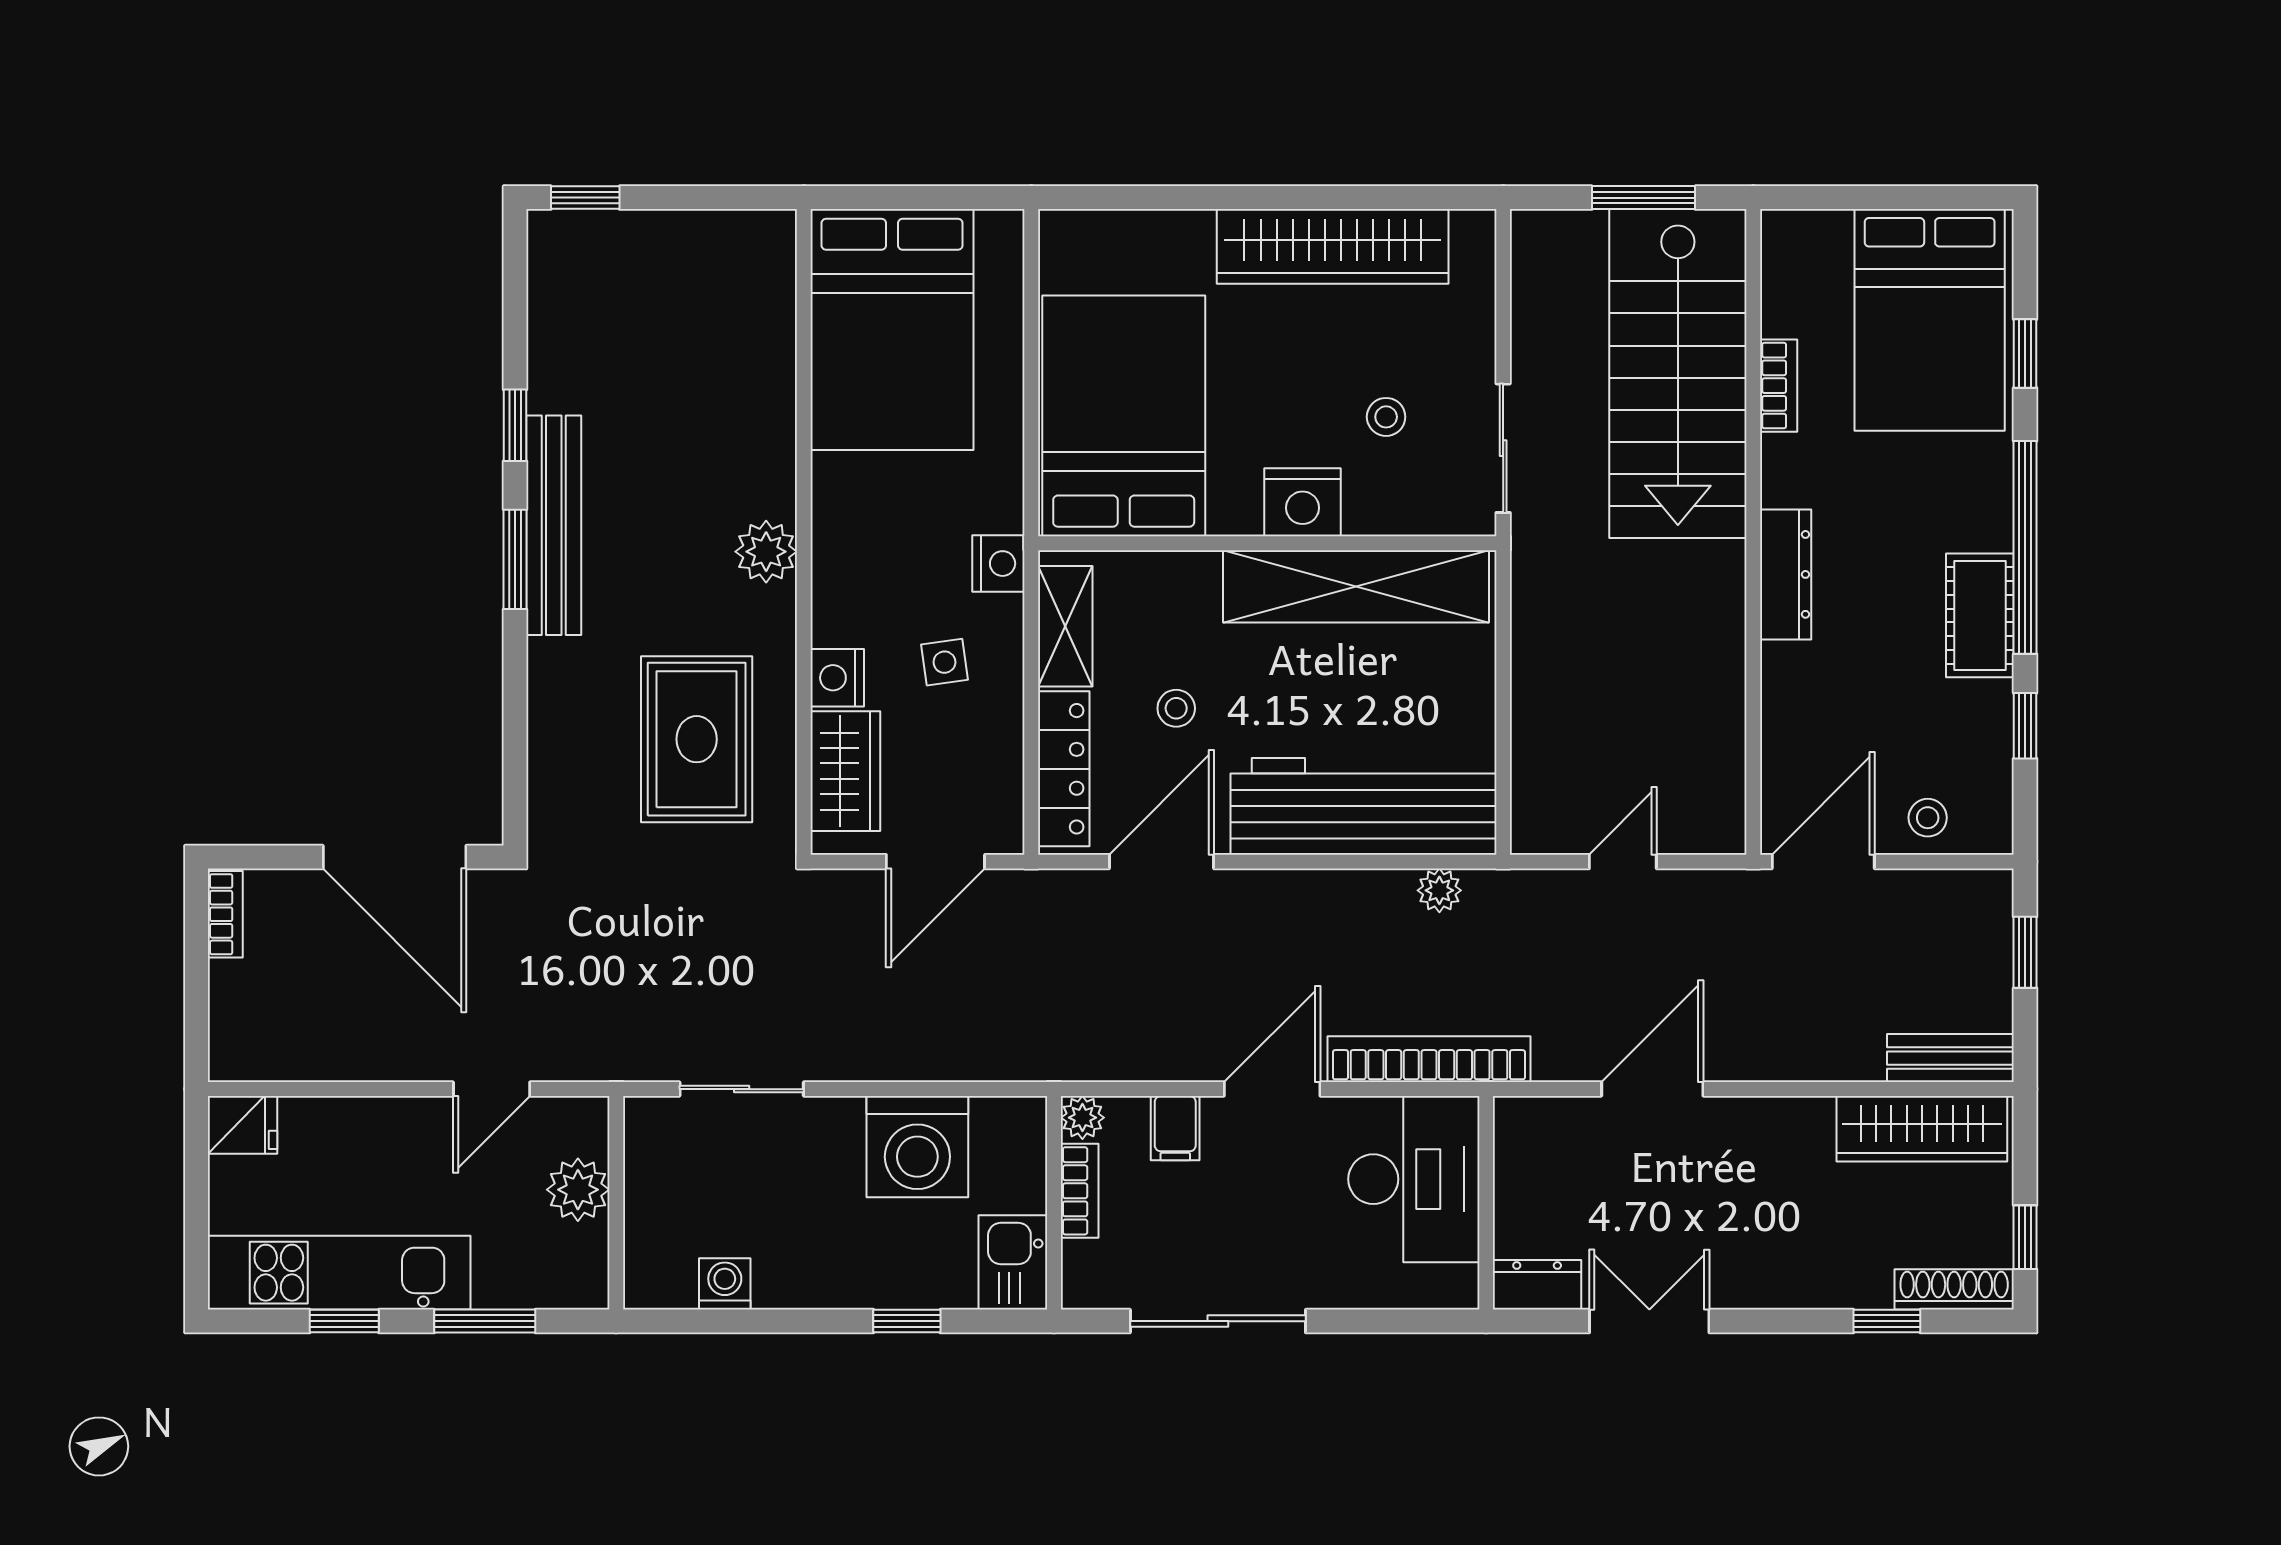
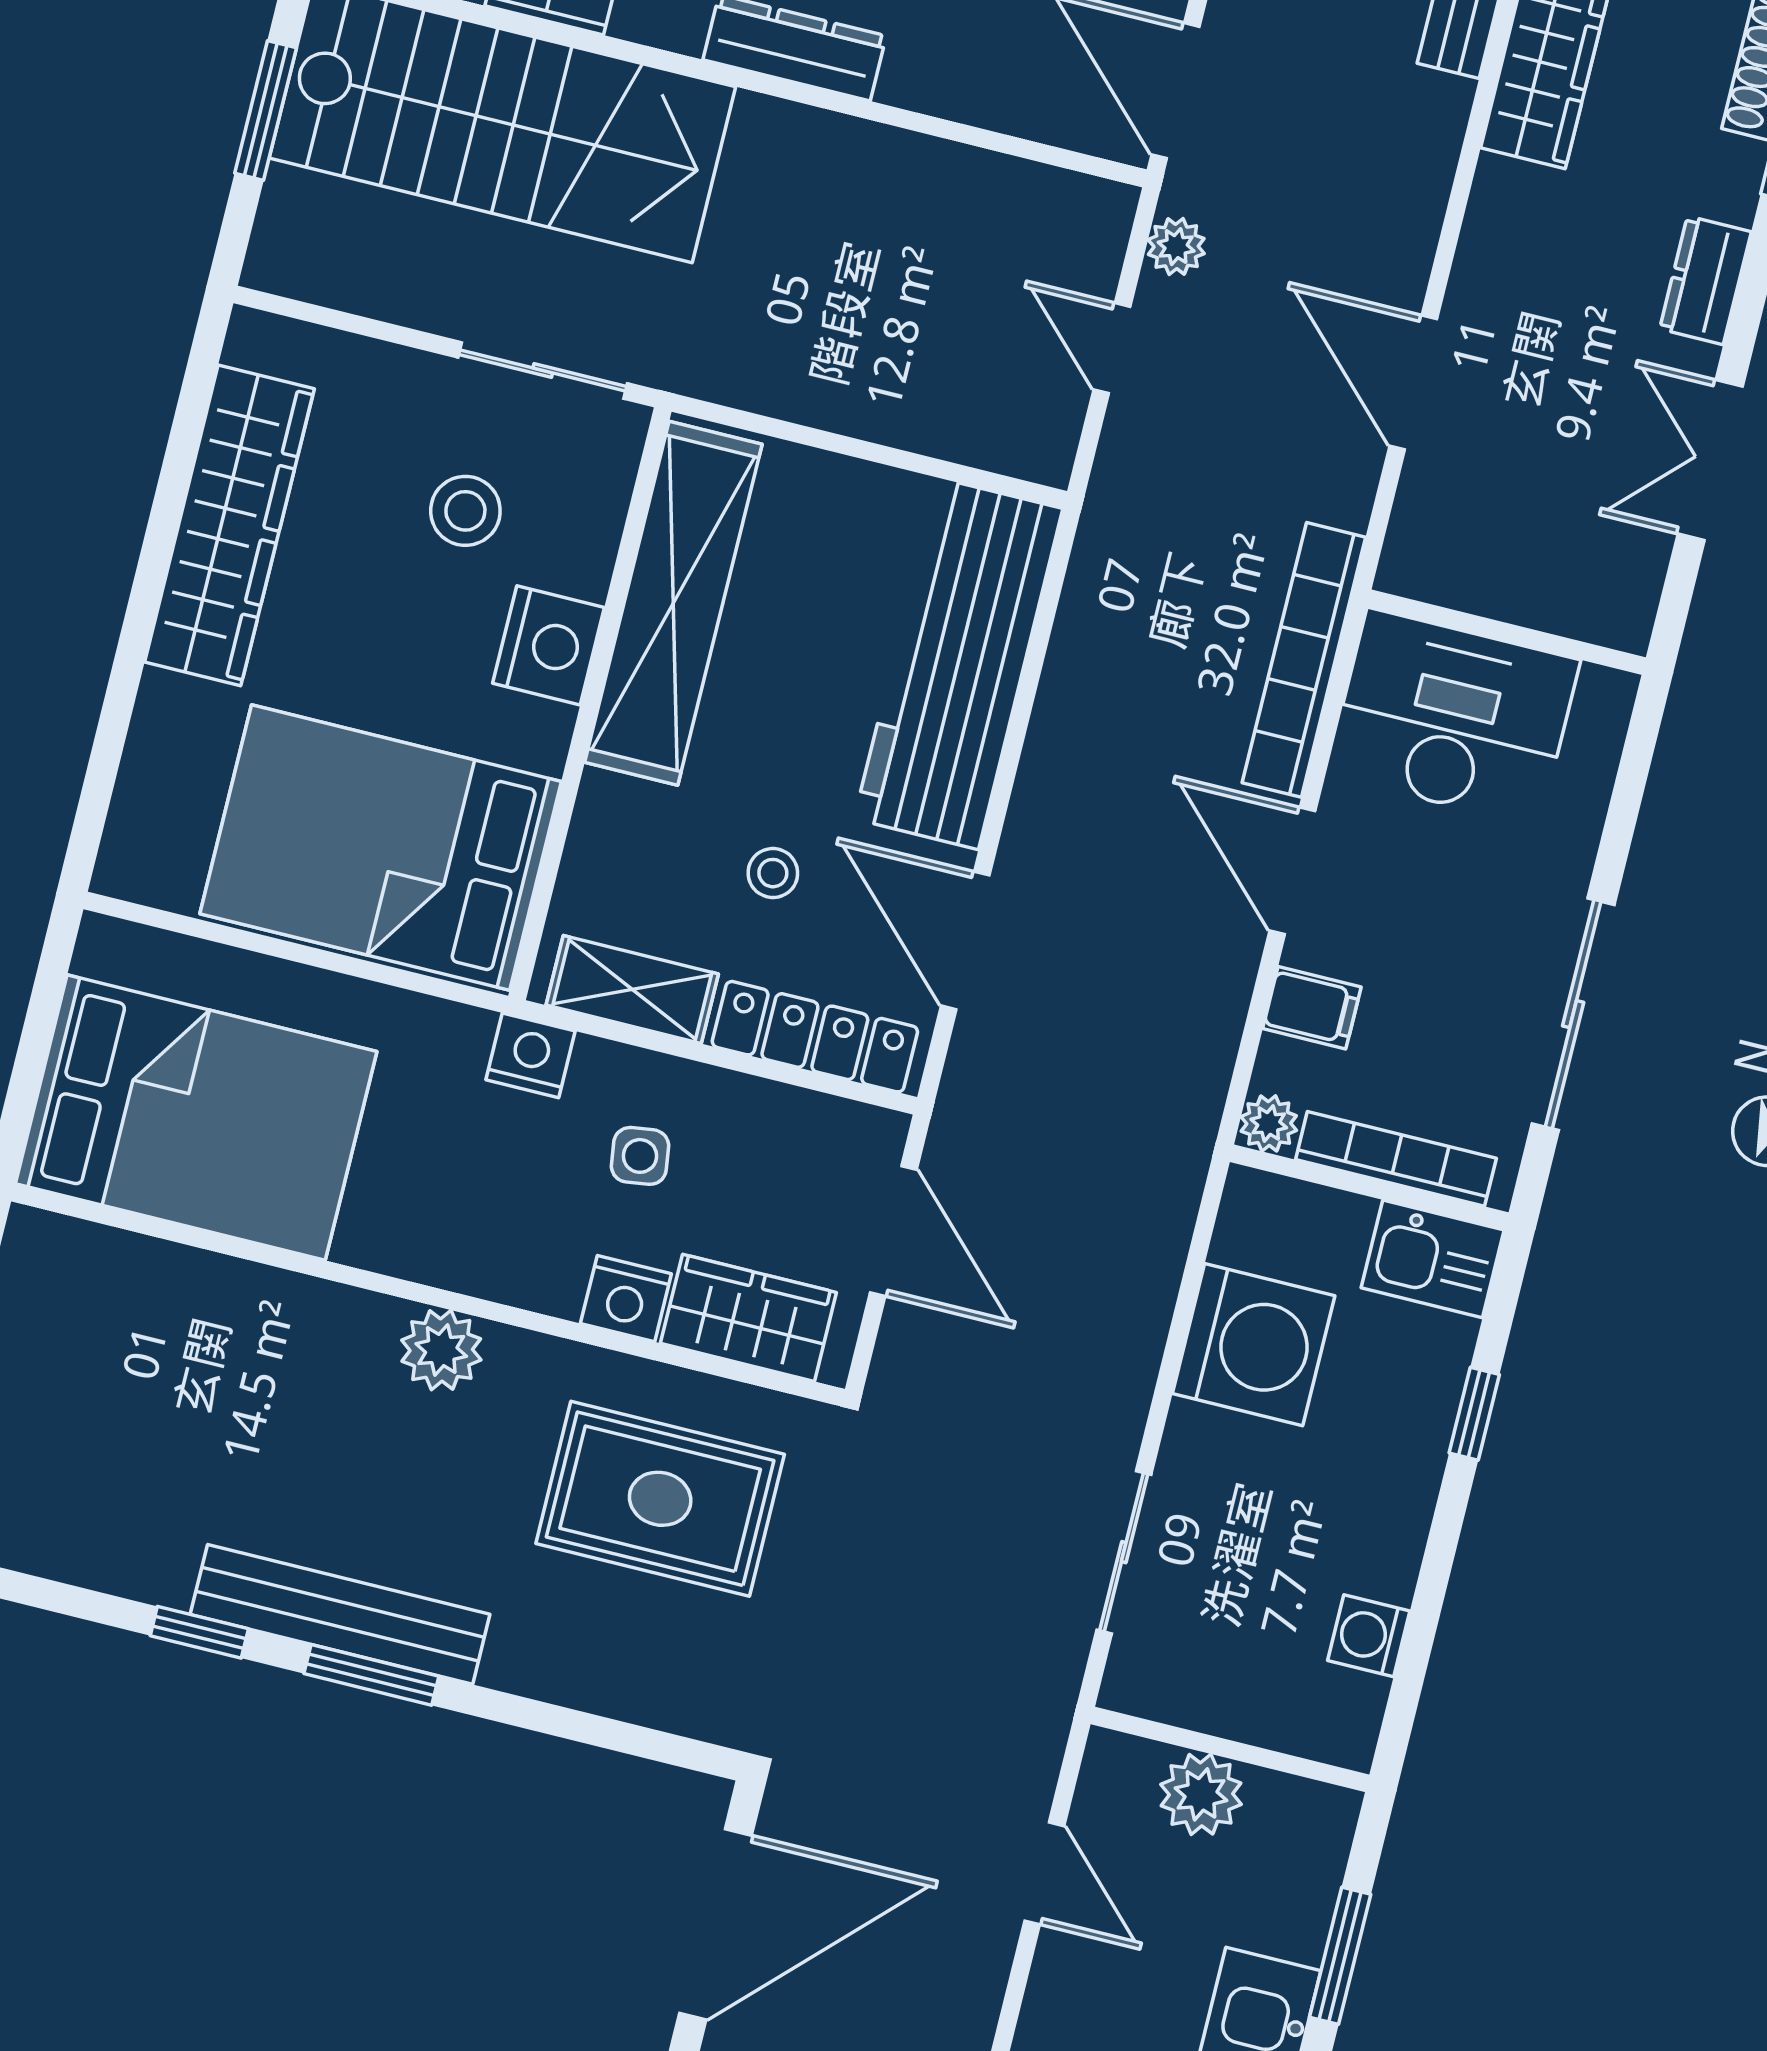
stool: (1386, 417) -> (465, 511), width x1.37, depth x1.37
plant: (1439, 890) -> (1176, 247), moved
bookcase: (1080, 1191) -> (1396, 1159), width x1.56
dresser: (1537, 1285) -> (1705, 280), moved

